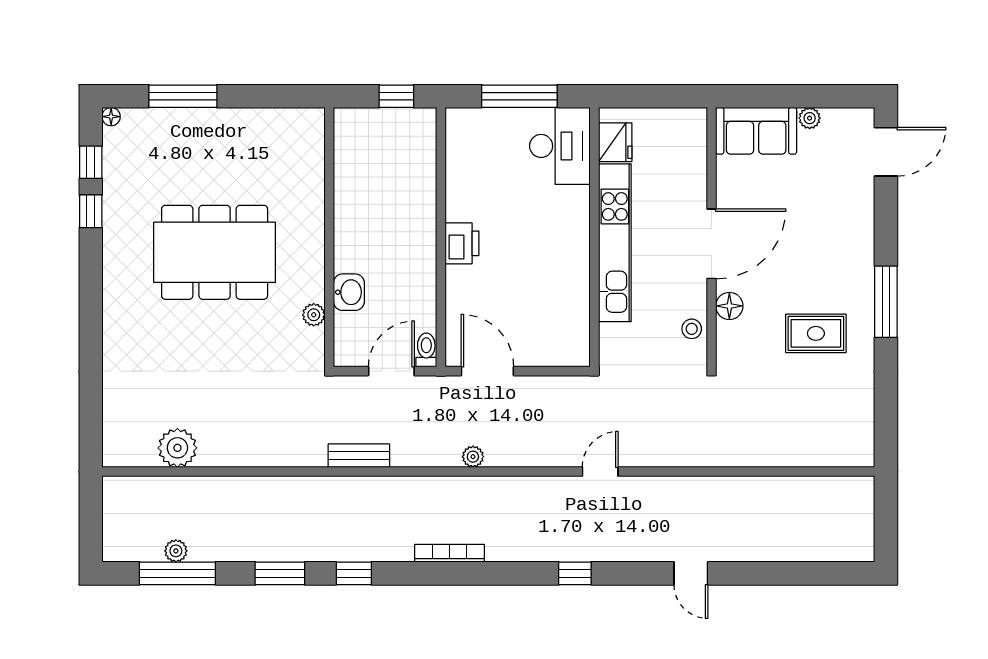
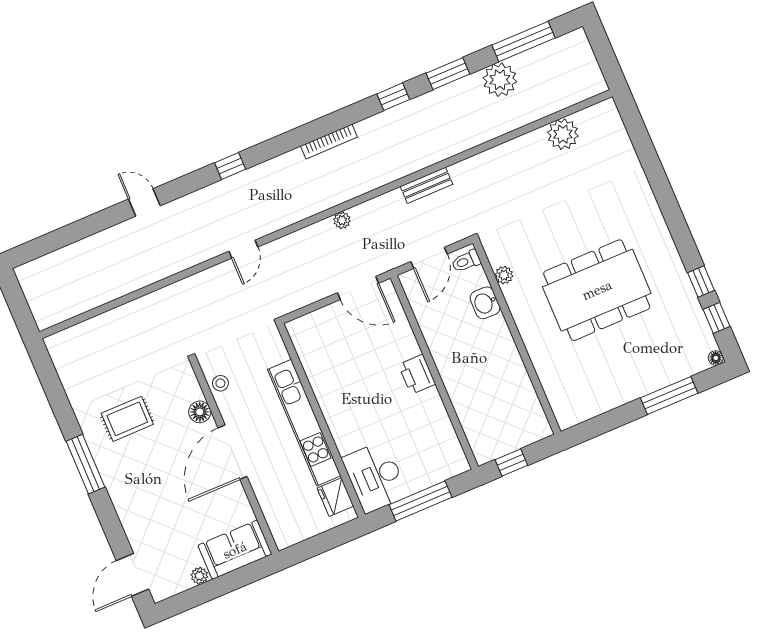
toilet: (426, 350) -> (466, 261), moved, turned 90
plant: (176, 551) -> (500, 80), moved, width x1.88, depth x1.88

